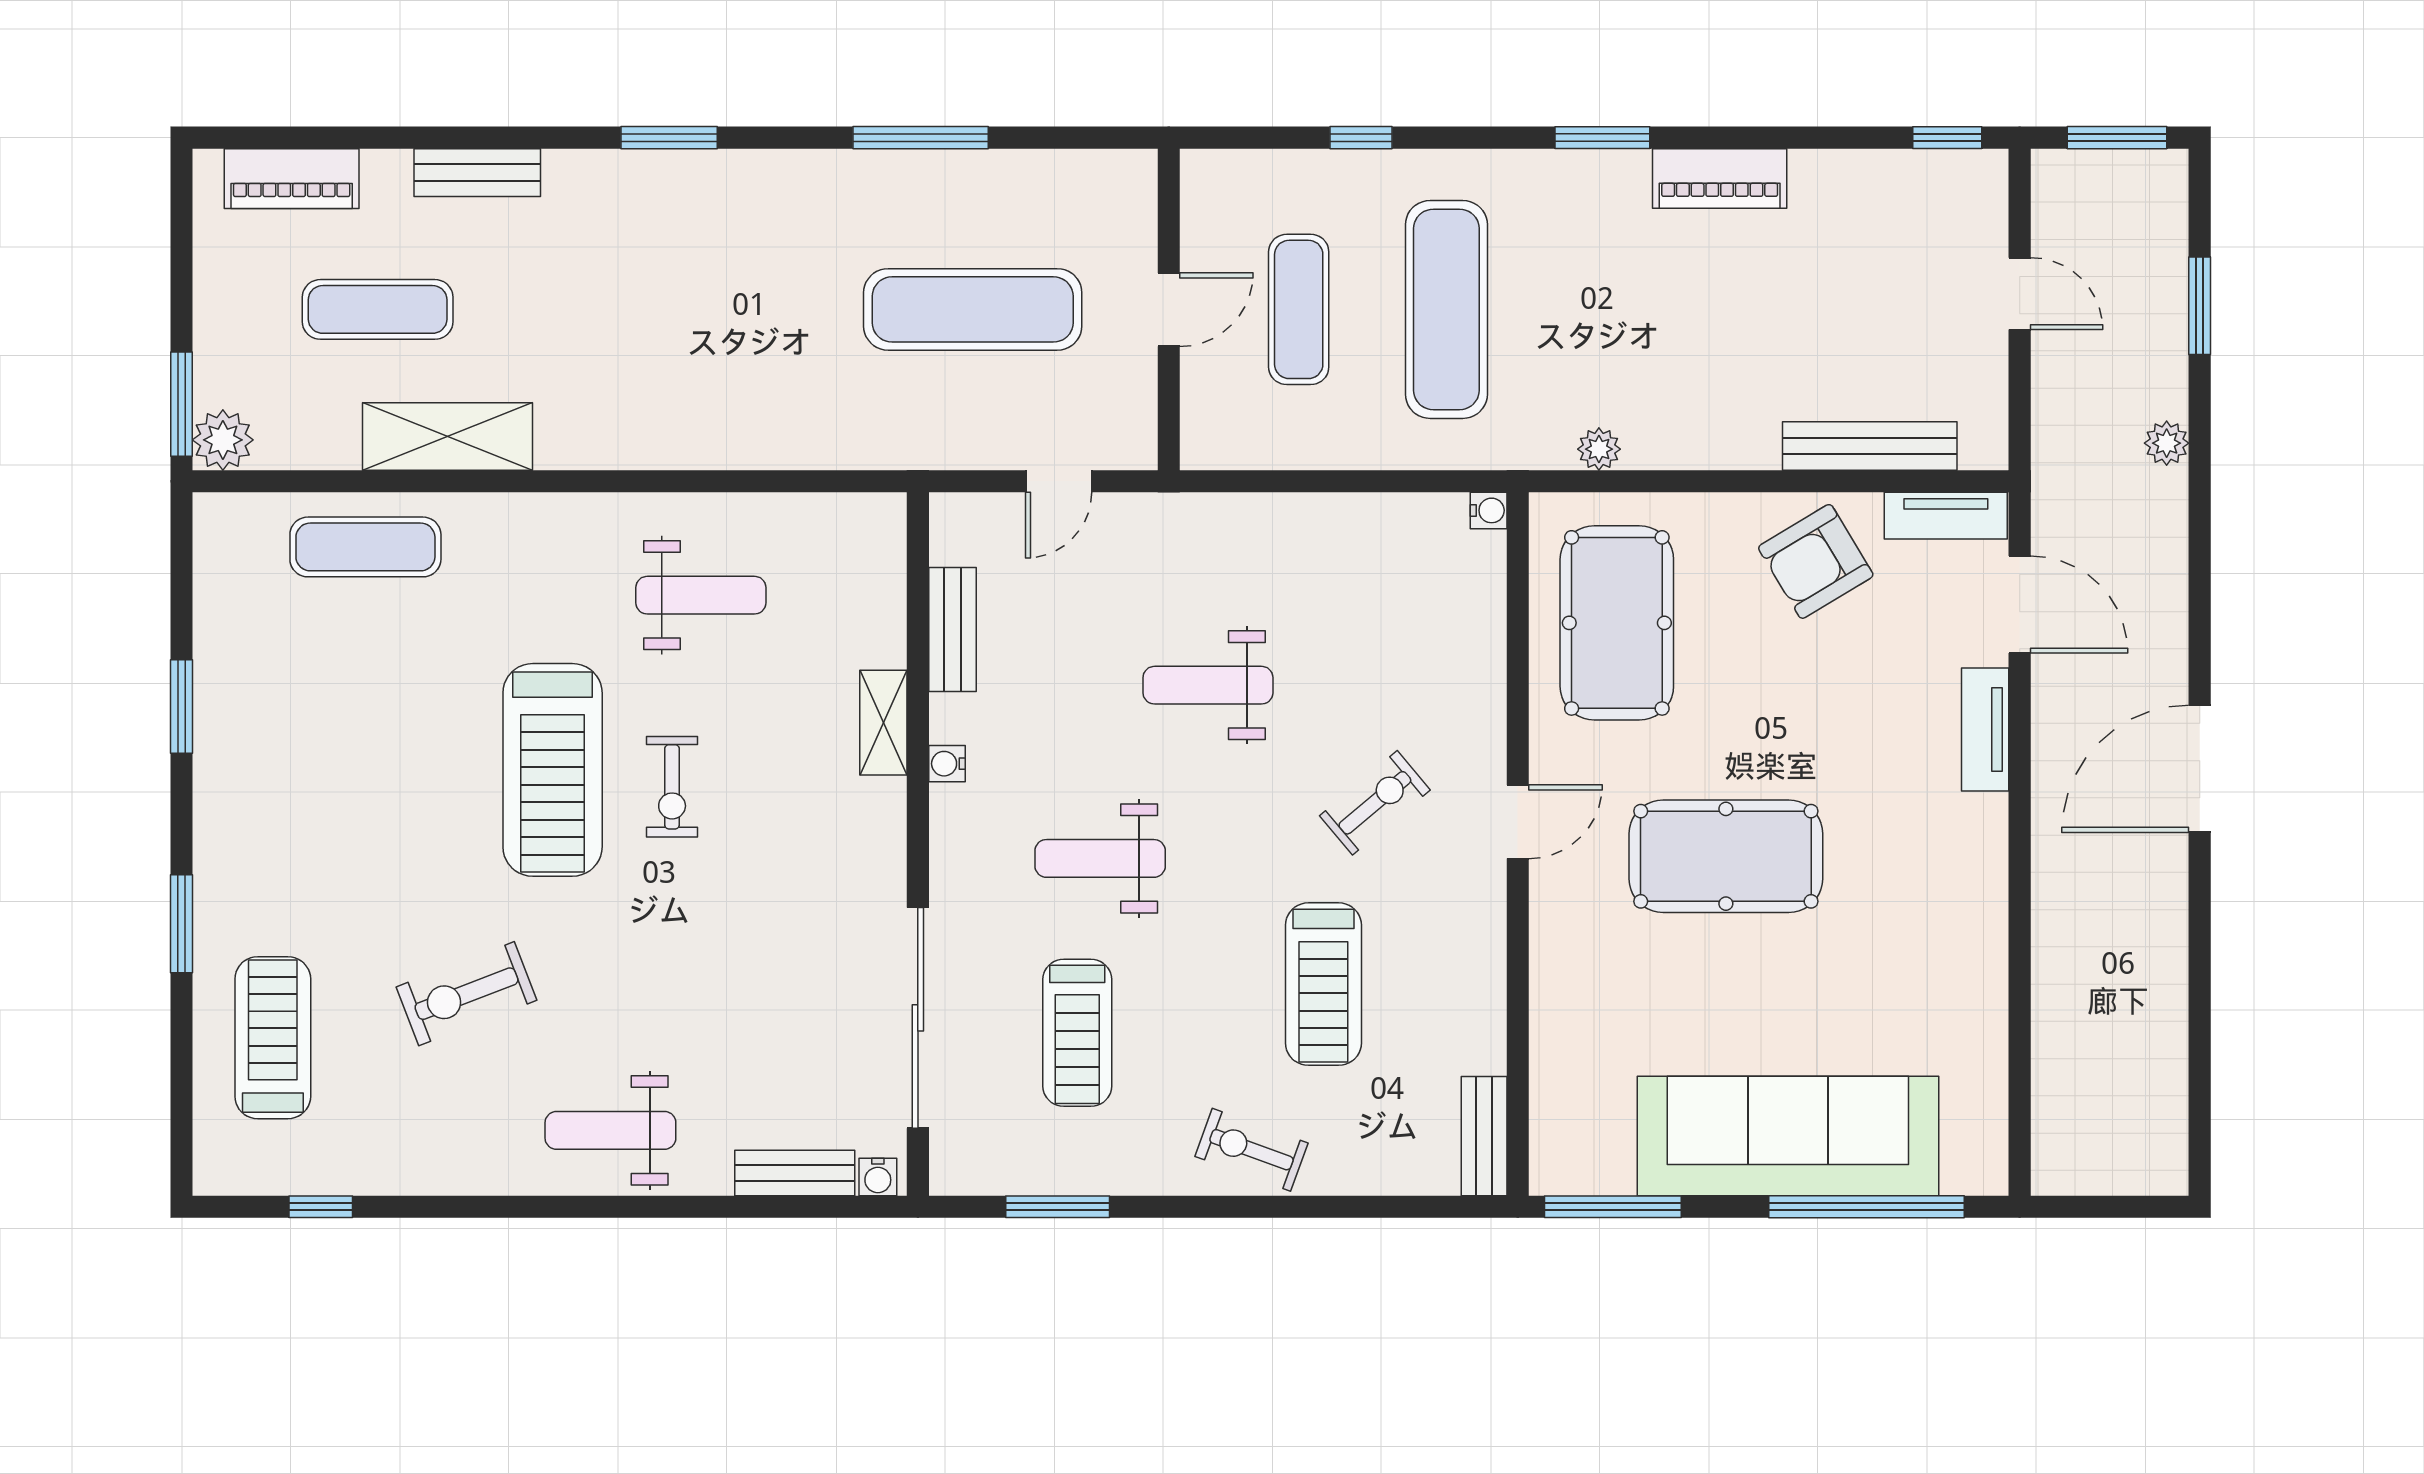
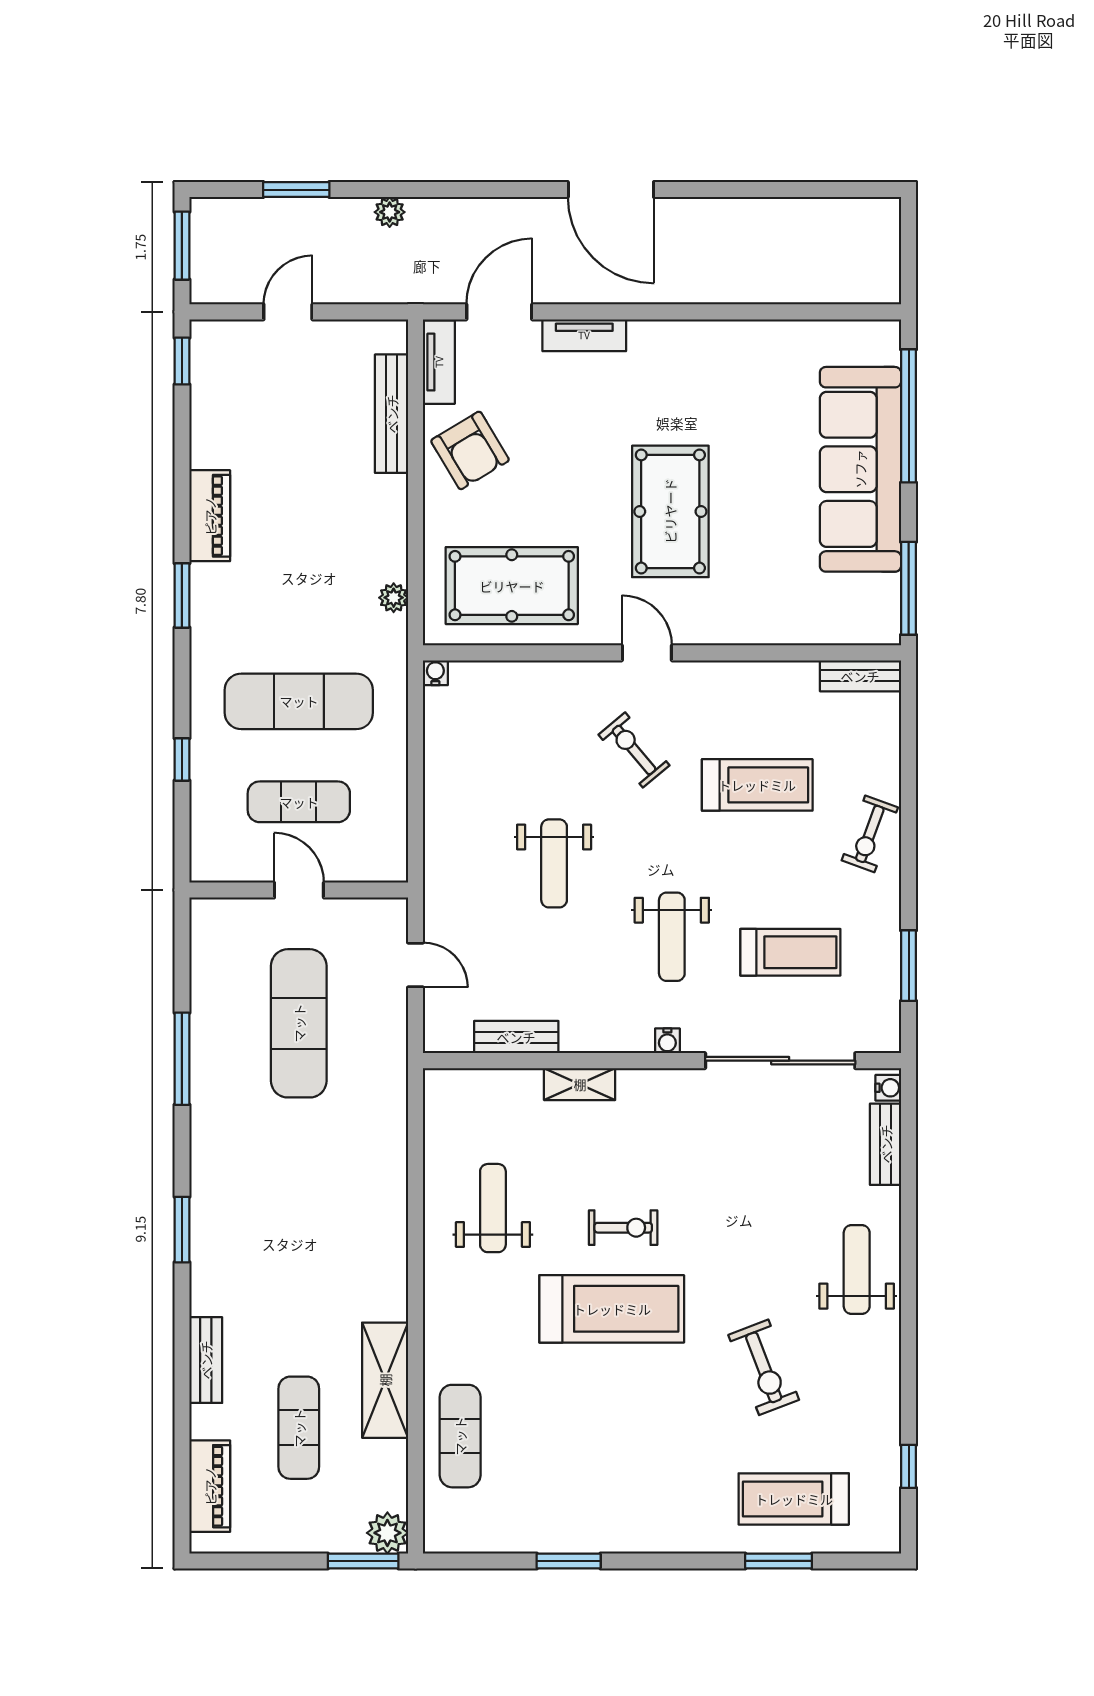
water cooler: (947, 764) -> (667, 1041), moved
window: (182, 924) -> (779, 1561), moved
weight bench: (610, 1130) -> (857, 1269), turned 180

